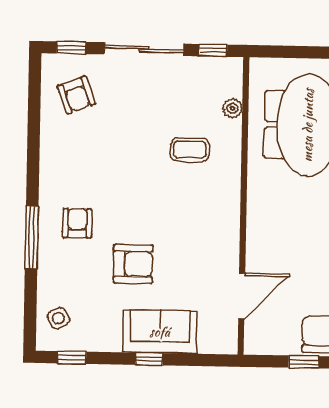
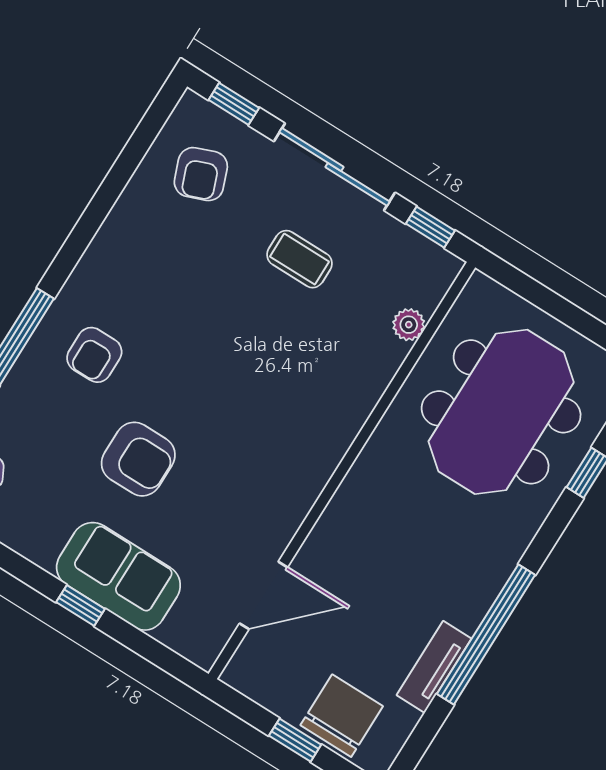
coffee table: (190, 150) -> (300, 259), moved
armchair: (77, 223) -> (94, 355), turned 180

